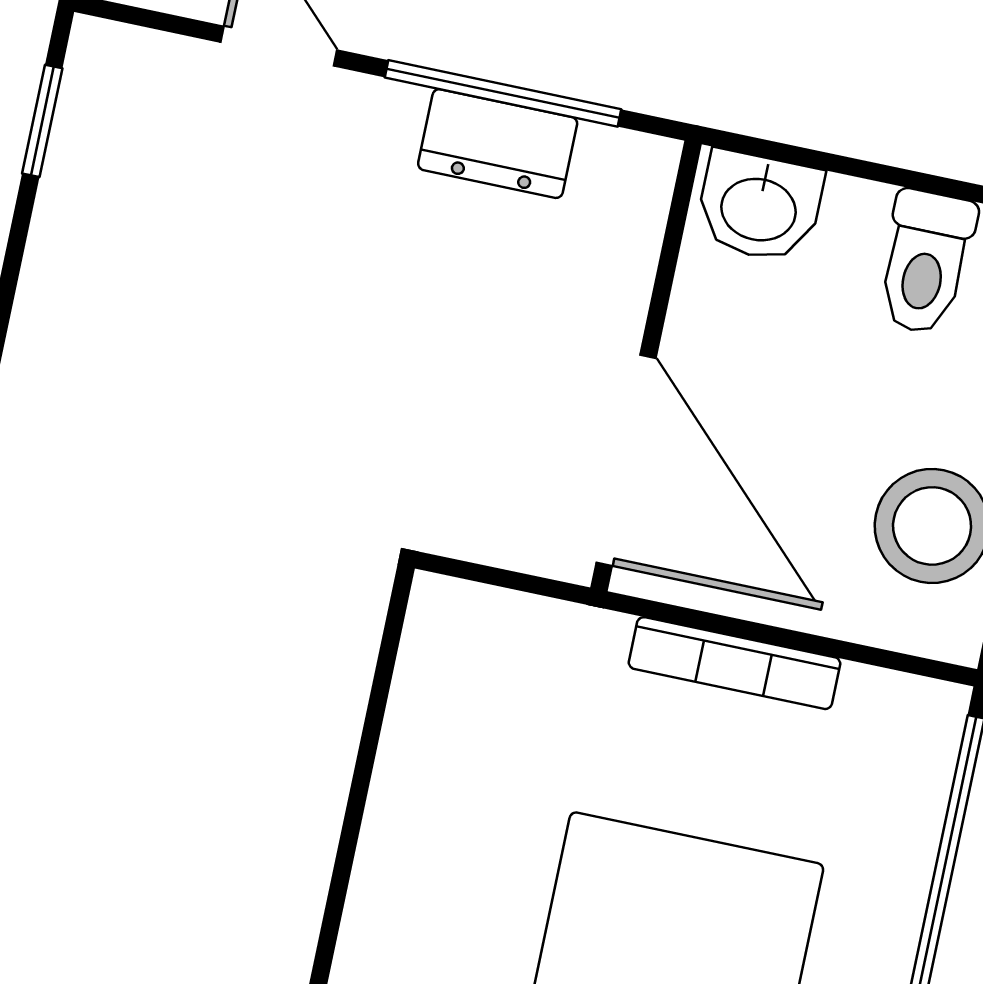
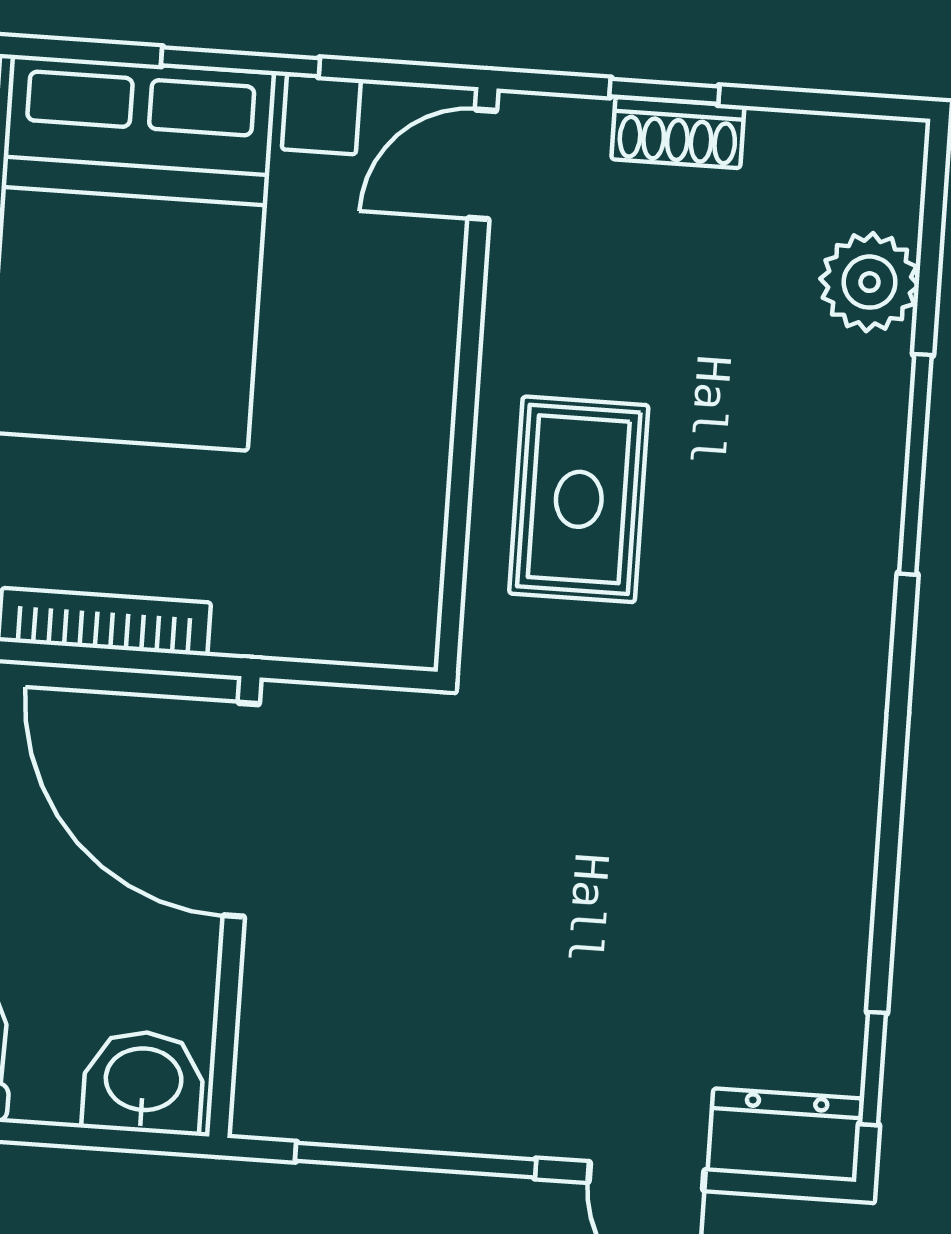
dresser: (498, 144) -> (785, 1135), moved
rug: (253, 719) -> (579, 499), added

